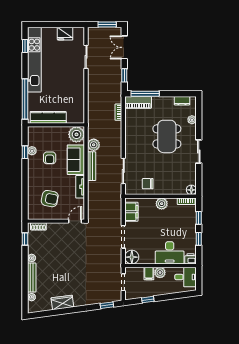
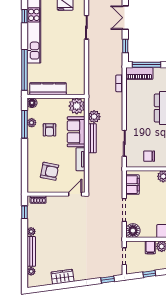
floor lamp: (32, 131) -> (32, 103), added
window: (25, 152) -> (24, 124), width x2.17

